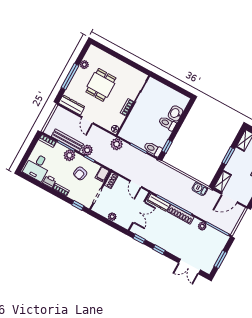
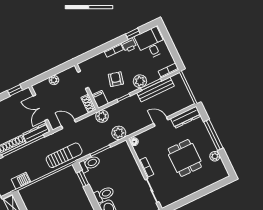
plant: (87, 150) -> (102, 116), moved
sun lounger: (160, 171) -> (64, 155), added
window: (78, 205) -> (133, 34), moved

